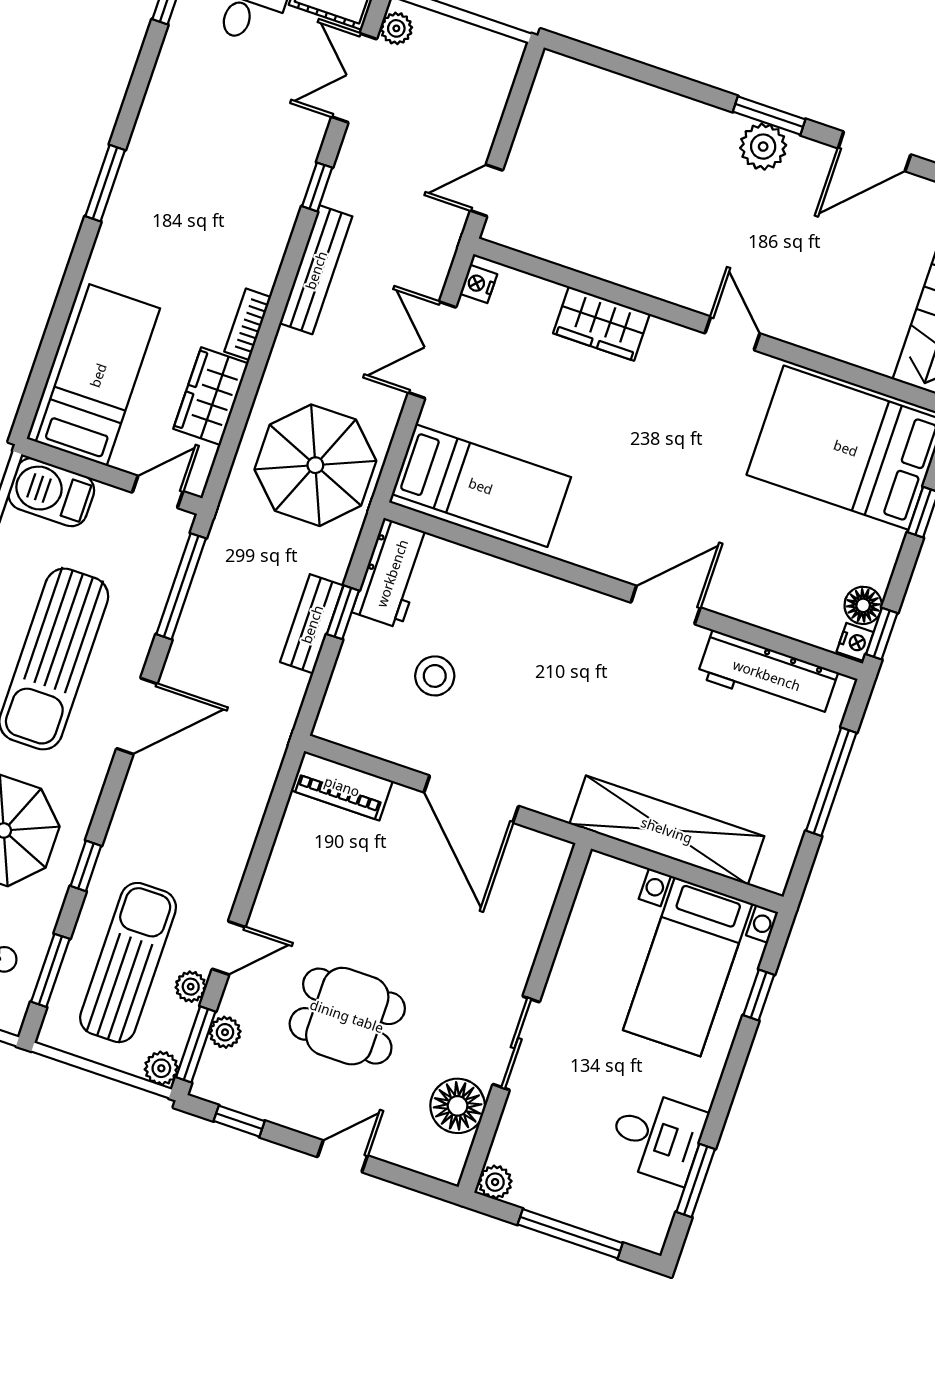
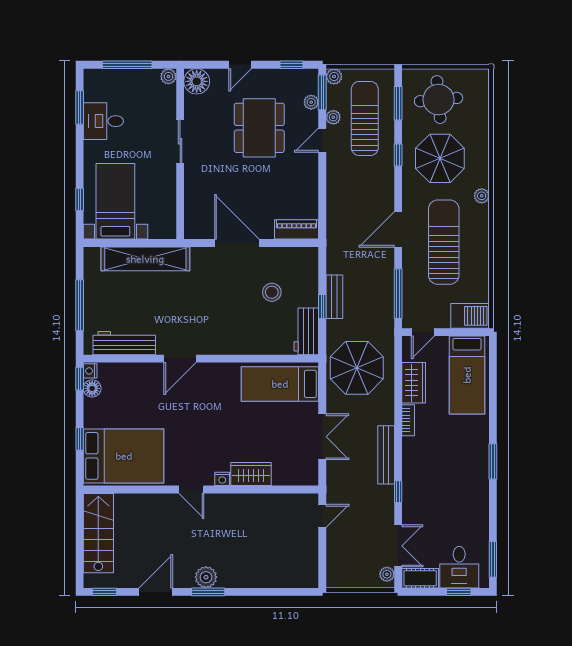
nightstand: (479, 284) -> (222, 479), moved, turned 90
sun lounger: (128, 963) -> (365, 118), turned 180
dining table: (347, 1016) -> (259, 128), width x1.38
floor lamp: (458, 1106) -> (197, 81), moved

